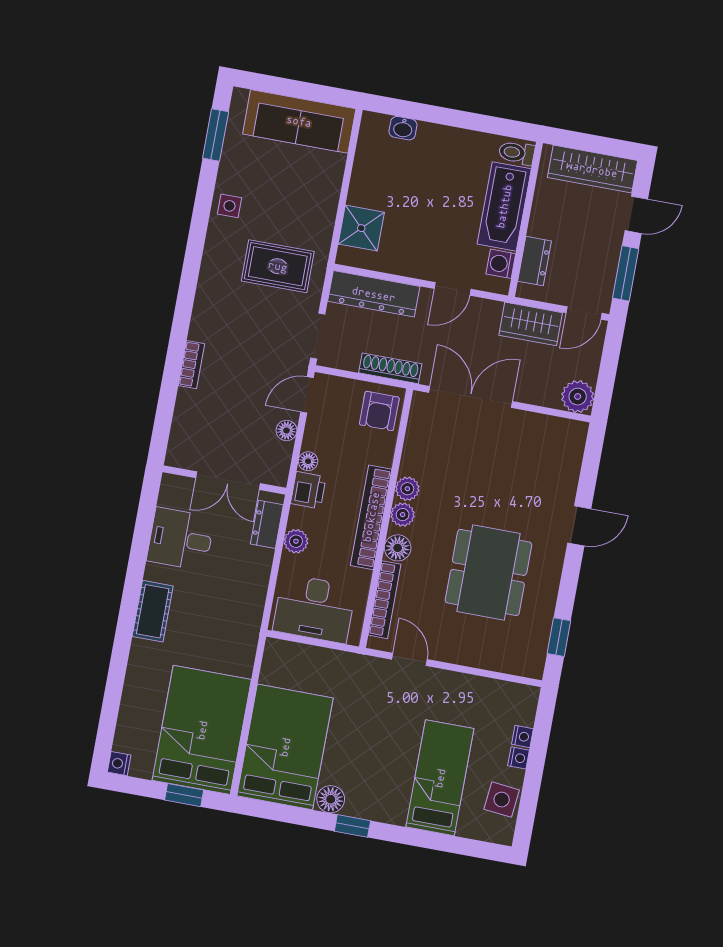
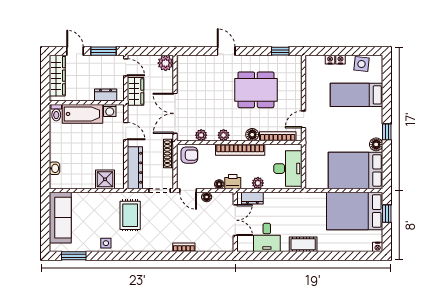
plant: (403, 515) -> (201, 135), moved

